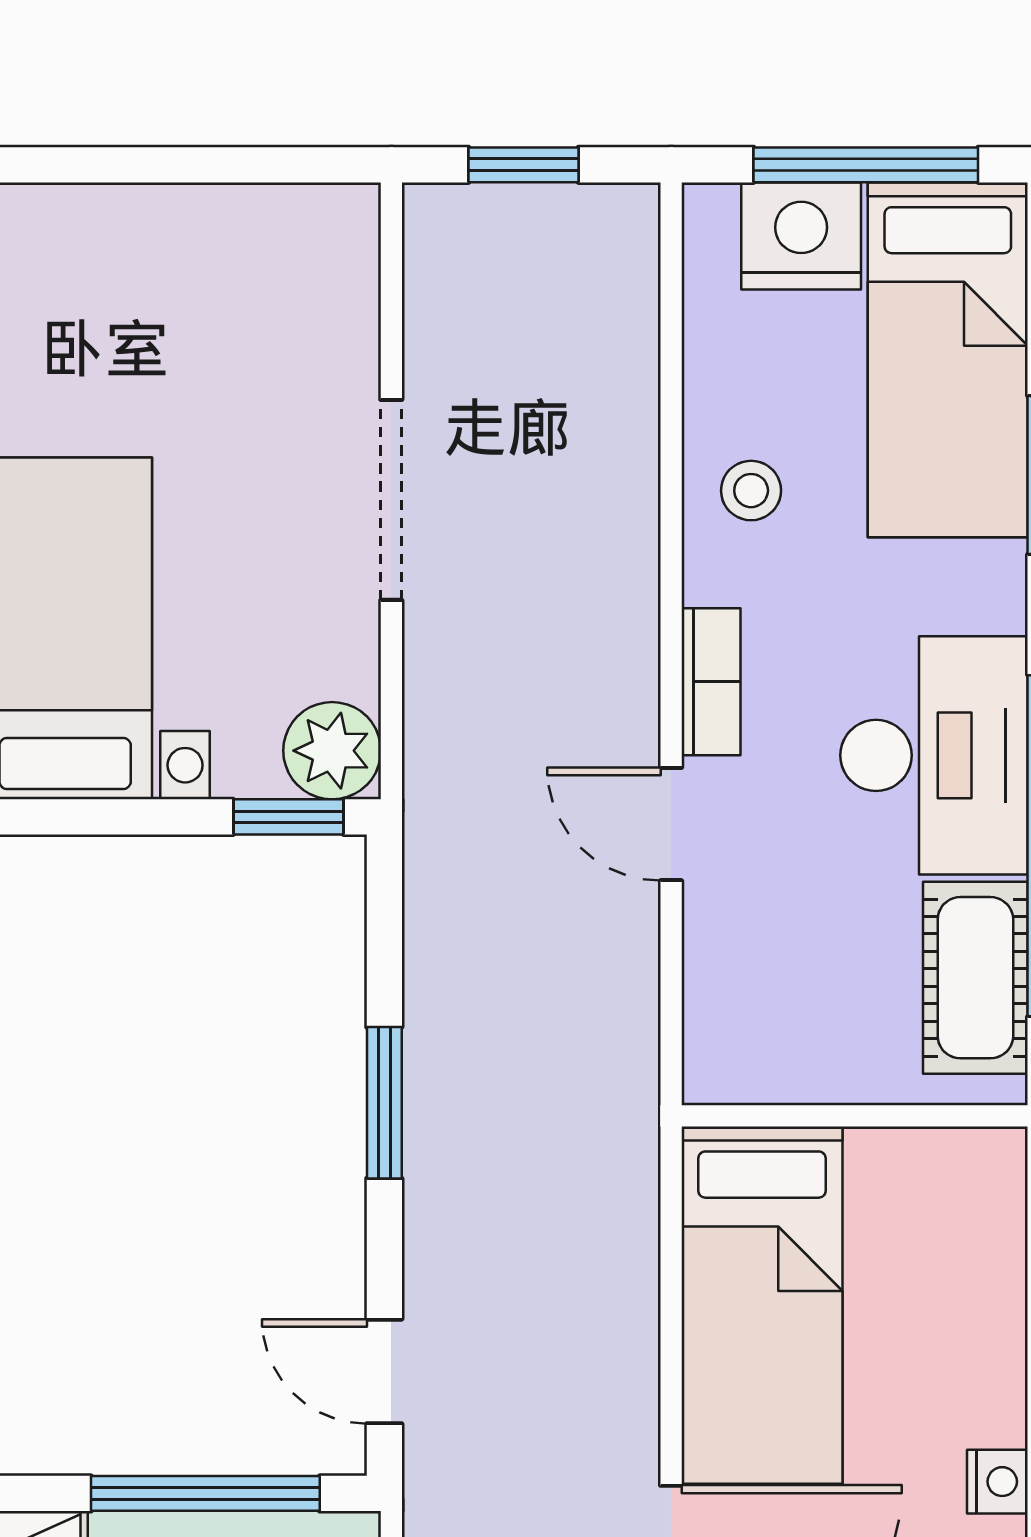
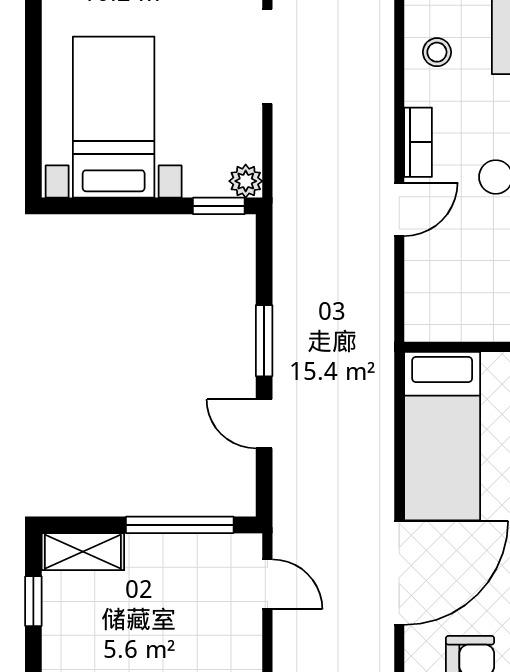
plant: (332, 751) -> (246, 181), width x0.73, depth x0.73
door: (671, 824) -> (399, 209), swing flipped
door: (384, 1371) -> (264, 424), moved

